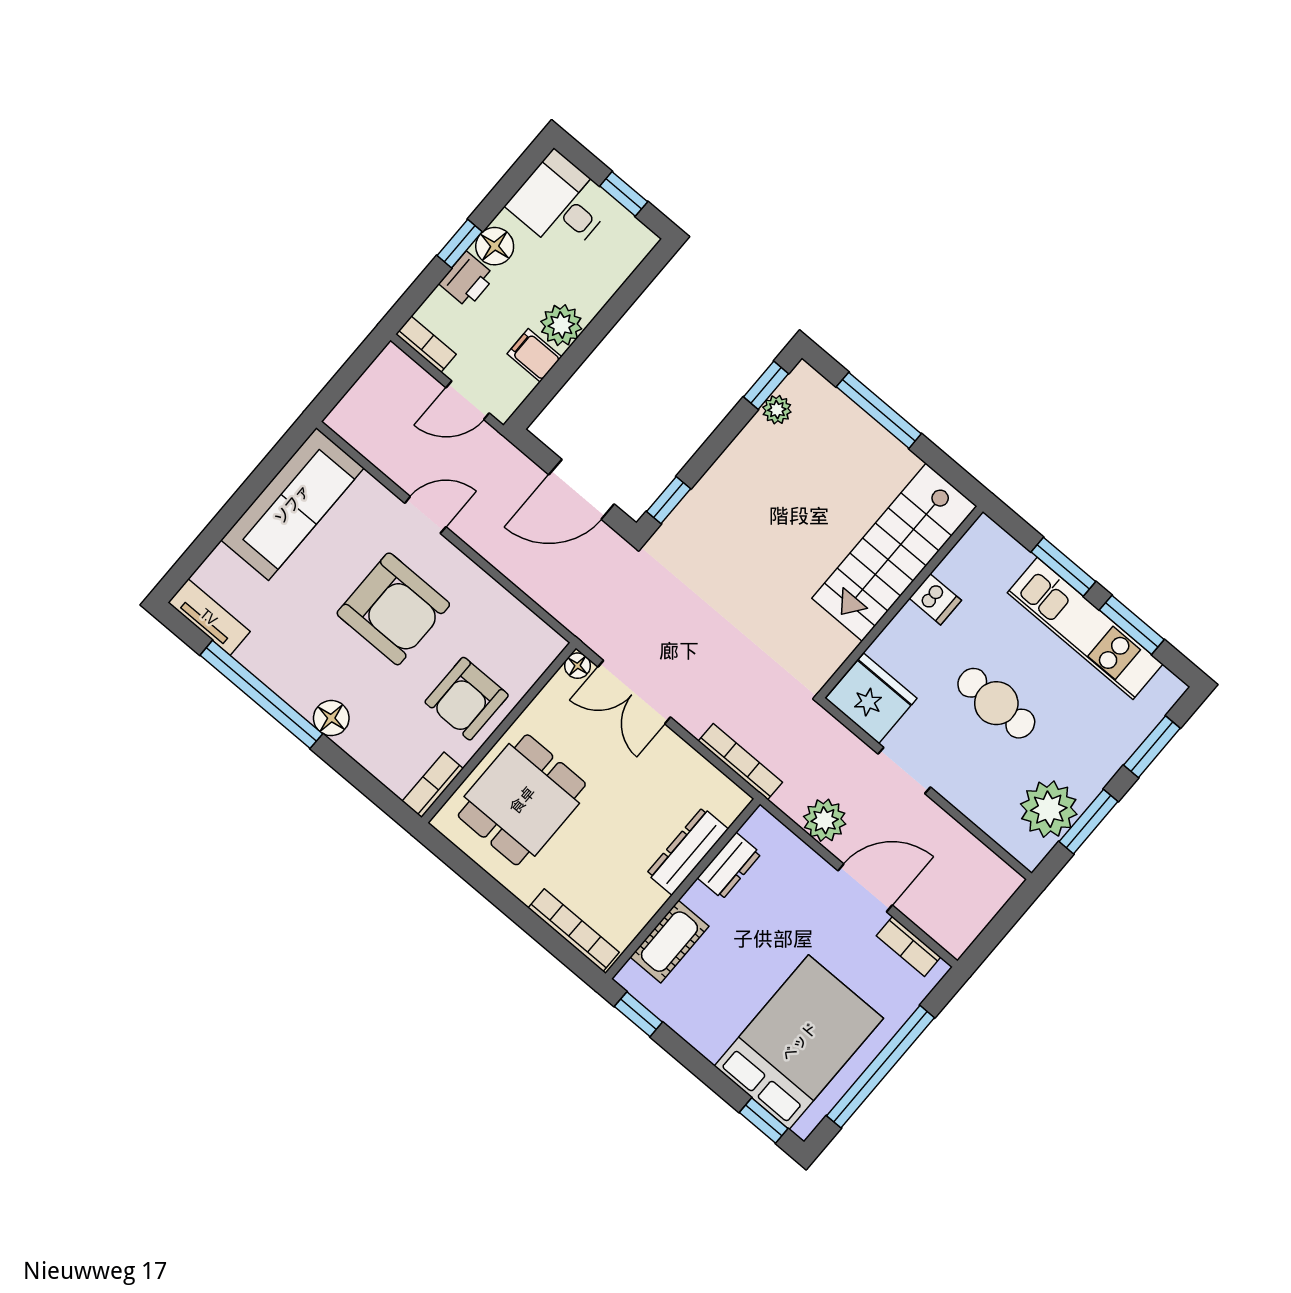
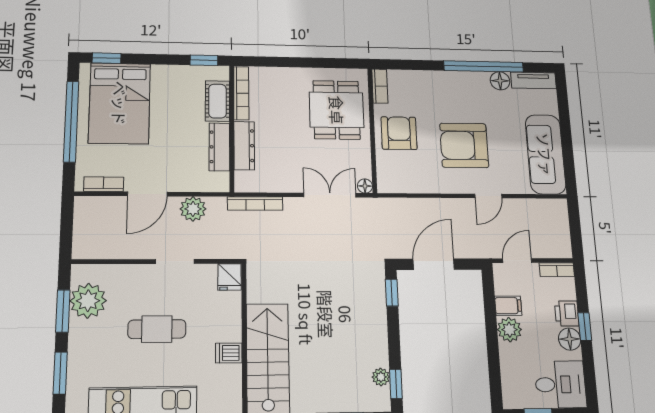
fridge: (871, 698) -> (230, 277), width x0.53, depth x0.75
floor lamp: (331, 718) -> (500, 81), moved
dresser: (729, 866) -> (219, 147), width x1.44
bookcase: (574, 930) -> (241, 93), moved, turned -90

